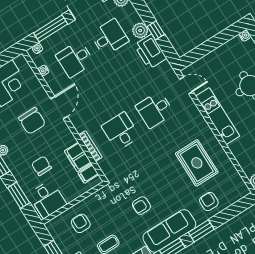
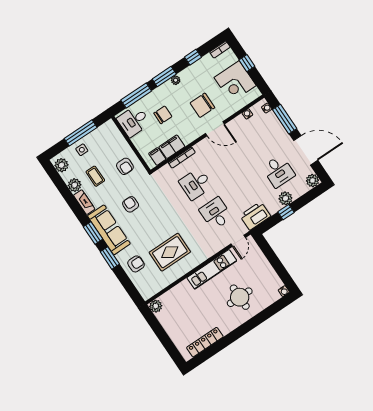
printer: (150, 52) -> (255, 216), moved
desk: (75, 59) -> (258, 142), removed
desk: (121, 131) -> (196, 184), turned 180
window: (19, 195) -> (136, 95), width x1.44
armchair: (81, 223) -> (125, 166), moved, turned 90

